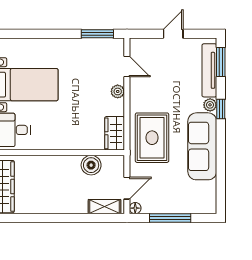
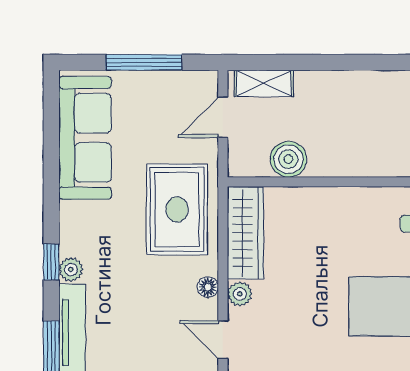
wardrobe: (115, 133) -> (245, 233), width x1.50
sofa: (202, 146) -> (85, 138), moved
floor lamp: (135, 208) -> (208, 287), moved

